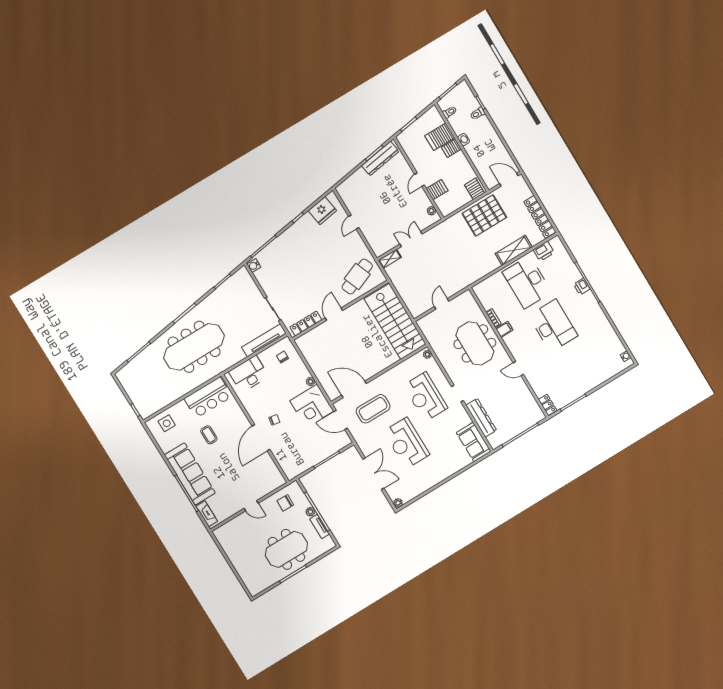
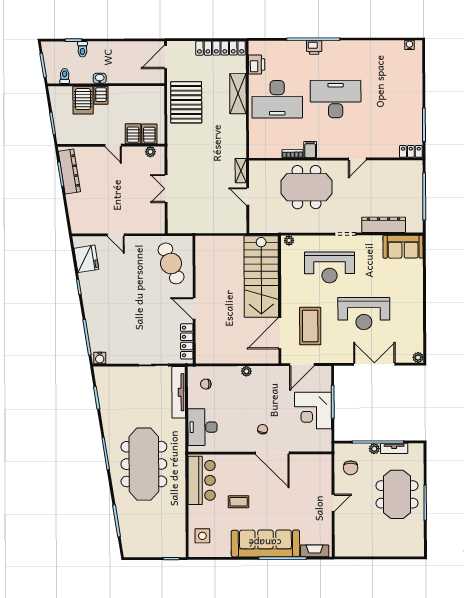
server rack: (475, 189) -> (149, 134), moved, turned 90
shelving: (390, 259) -> (241, 171), moved
stairs: (395, 321) -> (261, 276), moved, turned 90
corner desk: (312, 406) -> (313, 411), moved, turned 90

